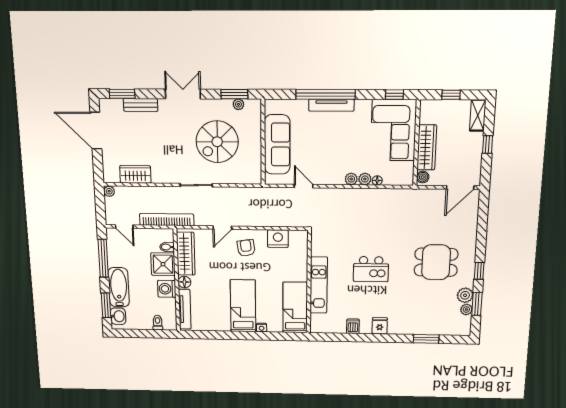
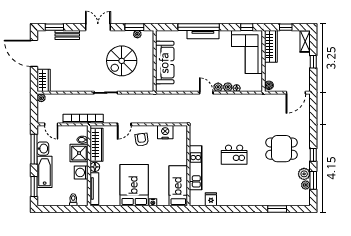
wardrobe: (427, 147) -> (271, 46), moved
wardrobe: (135, 174) -> (44, 80), moved, turned 90
door: (304, 186) -> (206, 93), moved
bed: (243, 306) -> (134, 185), width x1.50
washbasin: (118, 316) -> (43, 149), moved
dishwasher: (353, 326) -> (222, 200), removed
fridge: (380, 326) -> (211, 199), moved

